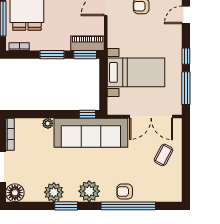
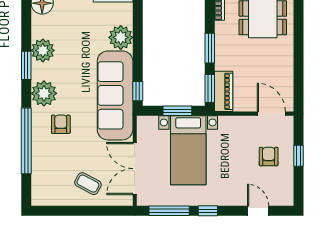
window: (103, 81) -> (177, 111), added
plant: (48, 123) -> (121, 37), width x1.88, depth x1.88
armchair: (125, 192) -> (61, 124), moved

